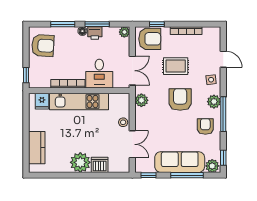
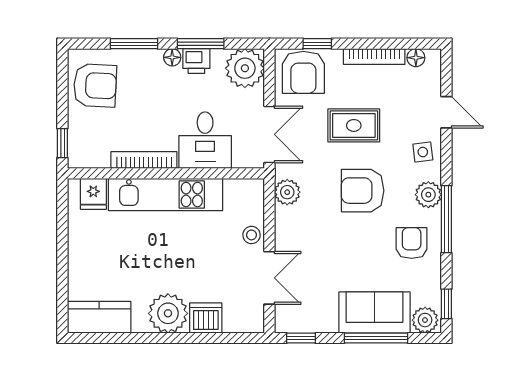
floor lamp: (208, 31) -> (416, 58), added
plant: (124, 32) -> (245, 68), width x1.87, depth x1.87
armchair: (150, 39) -> (303, 72), turned 90
armchair: (180, 99) -> (363, 191), turned -90
kitchen counter: (37, 148) -> (99, 317), moved, turned -90
sofa: (180, 162) -> (374, 312), width x0.73

